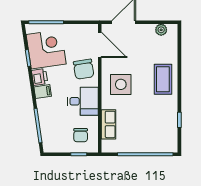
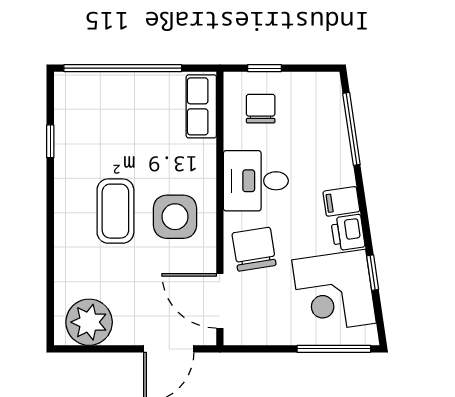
plant: (161, 30) -> (89, 322), width x1.87, depth x1.87
coffee table: (163, 79) -> (115, 211), moved
row of seats: (108, 124) -> (201, 106), moved

